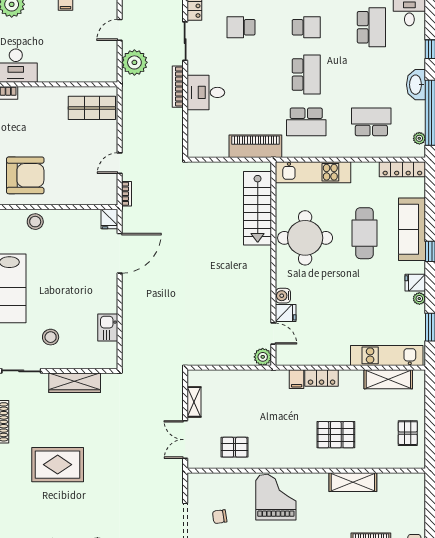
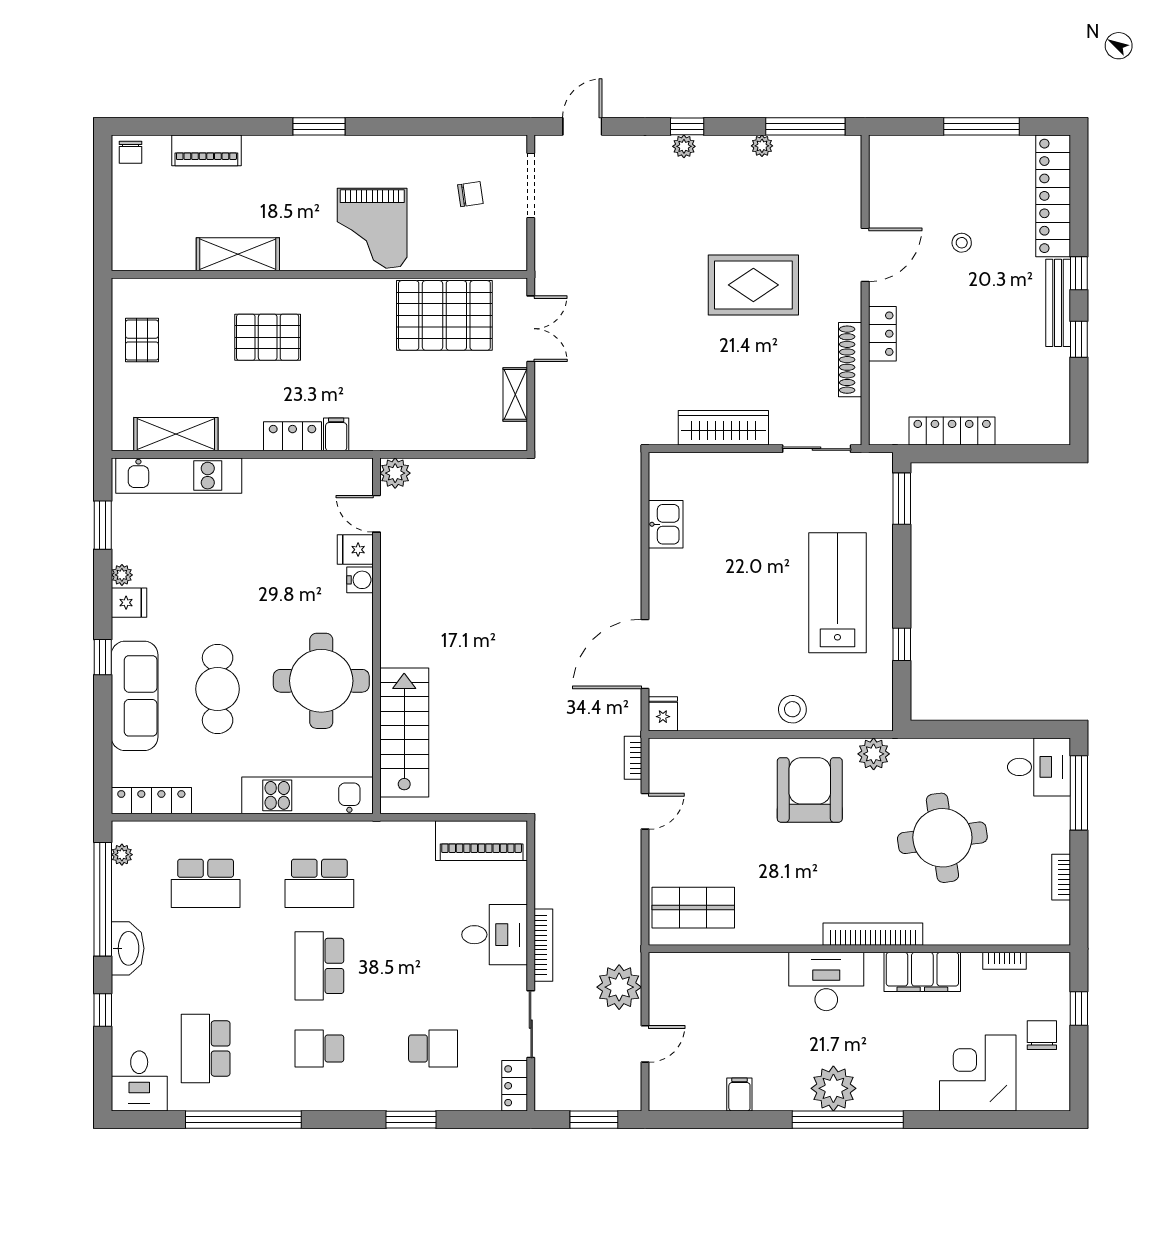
school desk: (306, 122) -> (319, 883), turned 180
piano: (255, 146) -> (482, 841), moved
armchair: (25, 175) -> (810, 790), turned 90
stool: (51, 337) -> (765, 508), removed
pallet: (235, 447) -> (444, 315), width x2.05, depth x2.00

